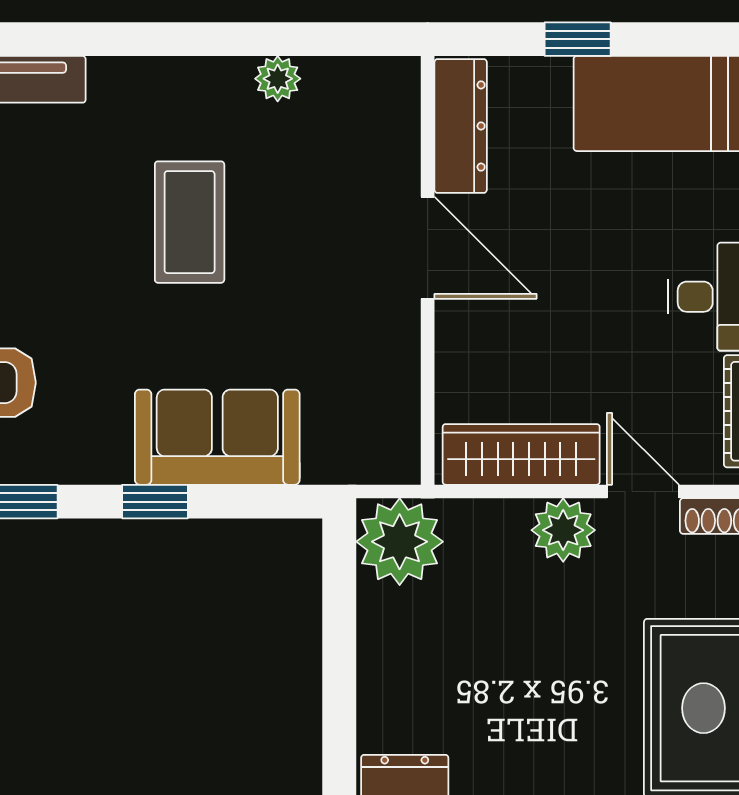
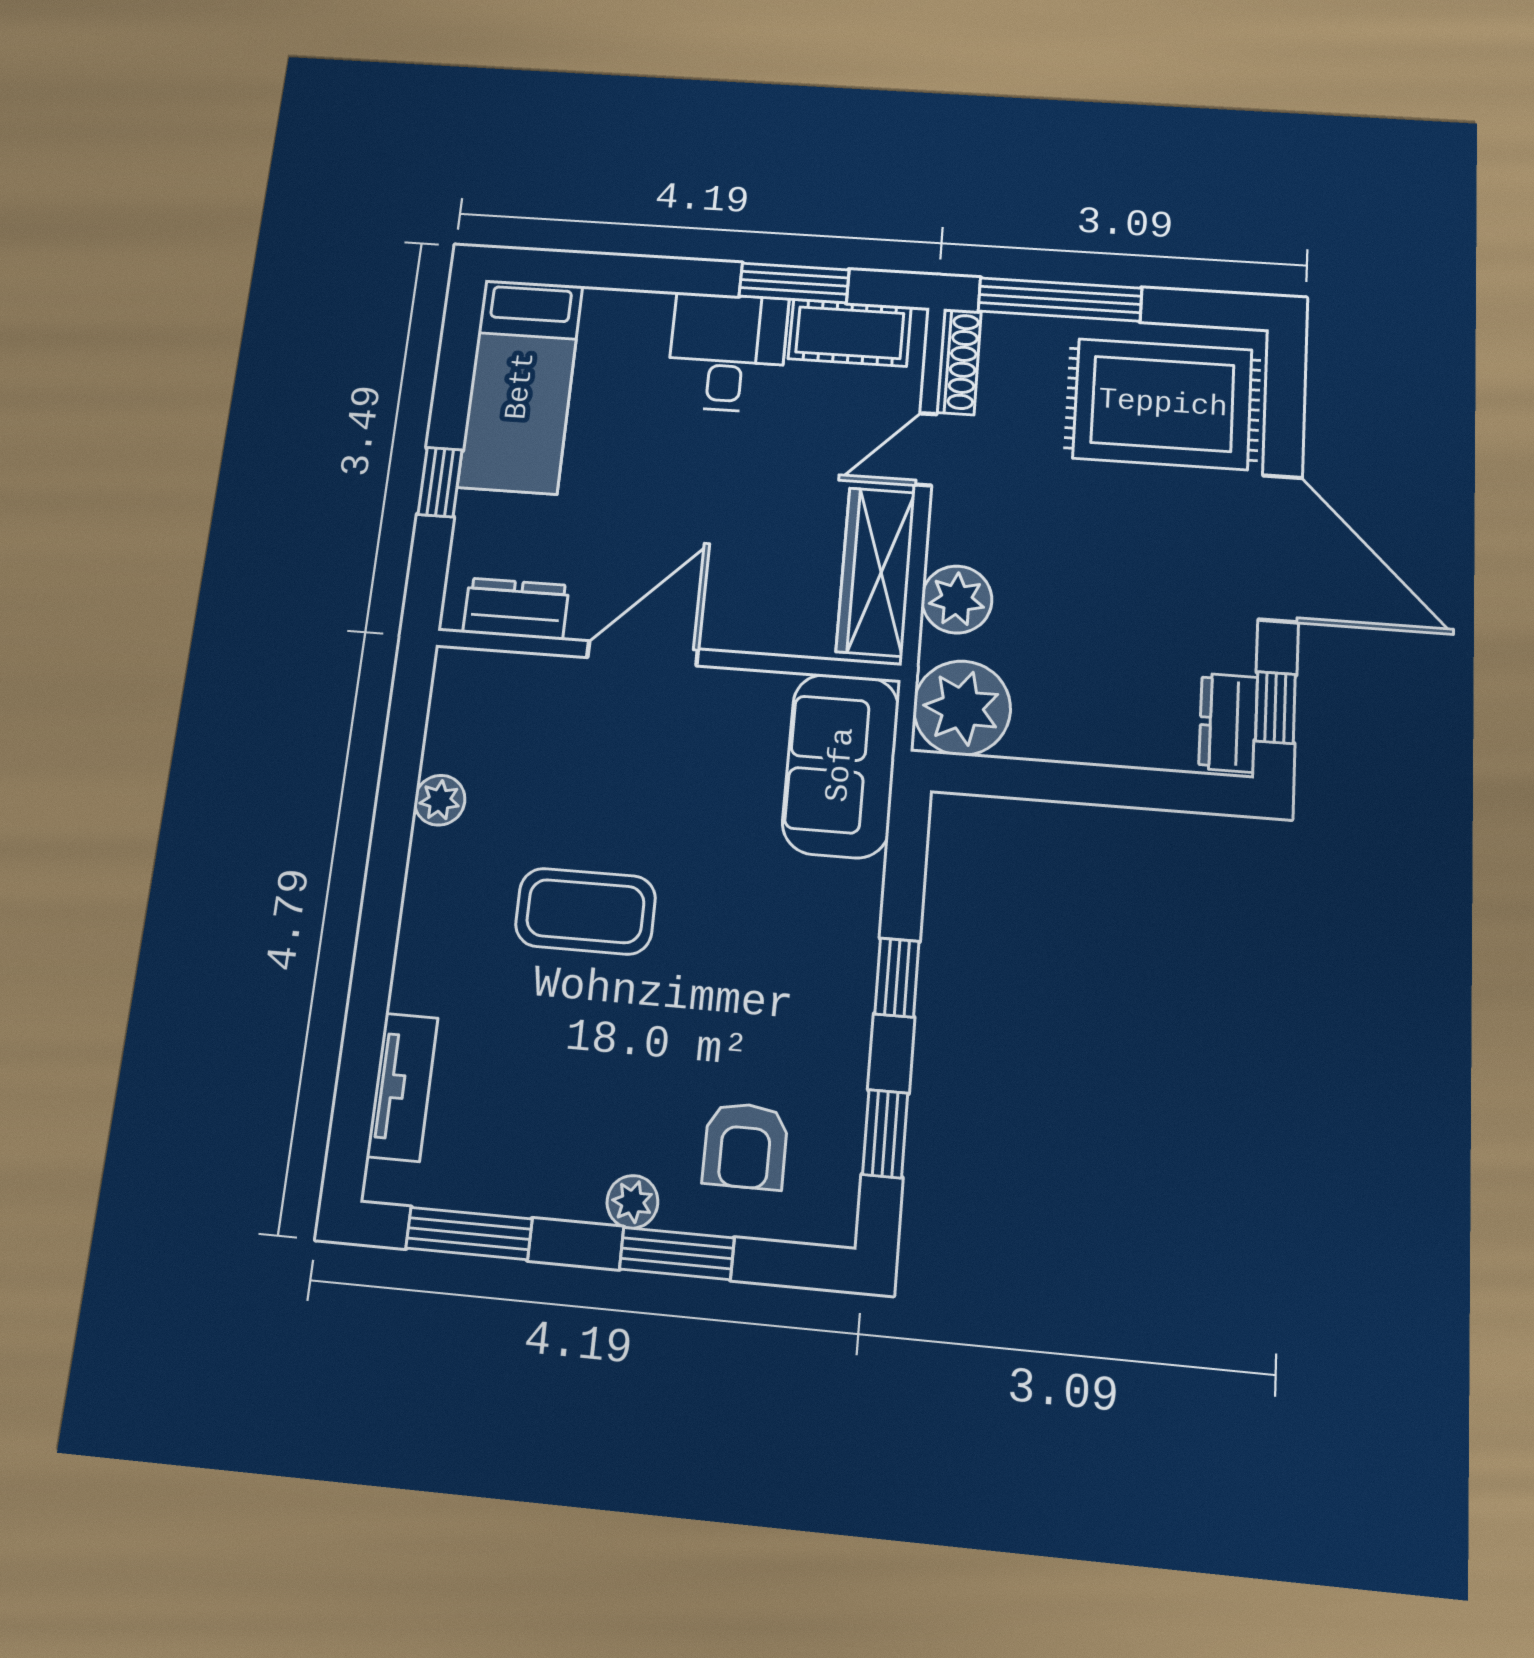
dresser: (461, 126) -> (516, 609), width x0.70
sofa: (217, 437) -> (841, 765), moved
plant: (563, 530) -> (957, 599), moved

